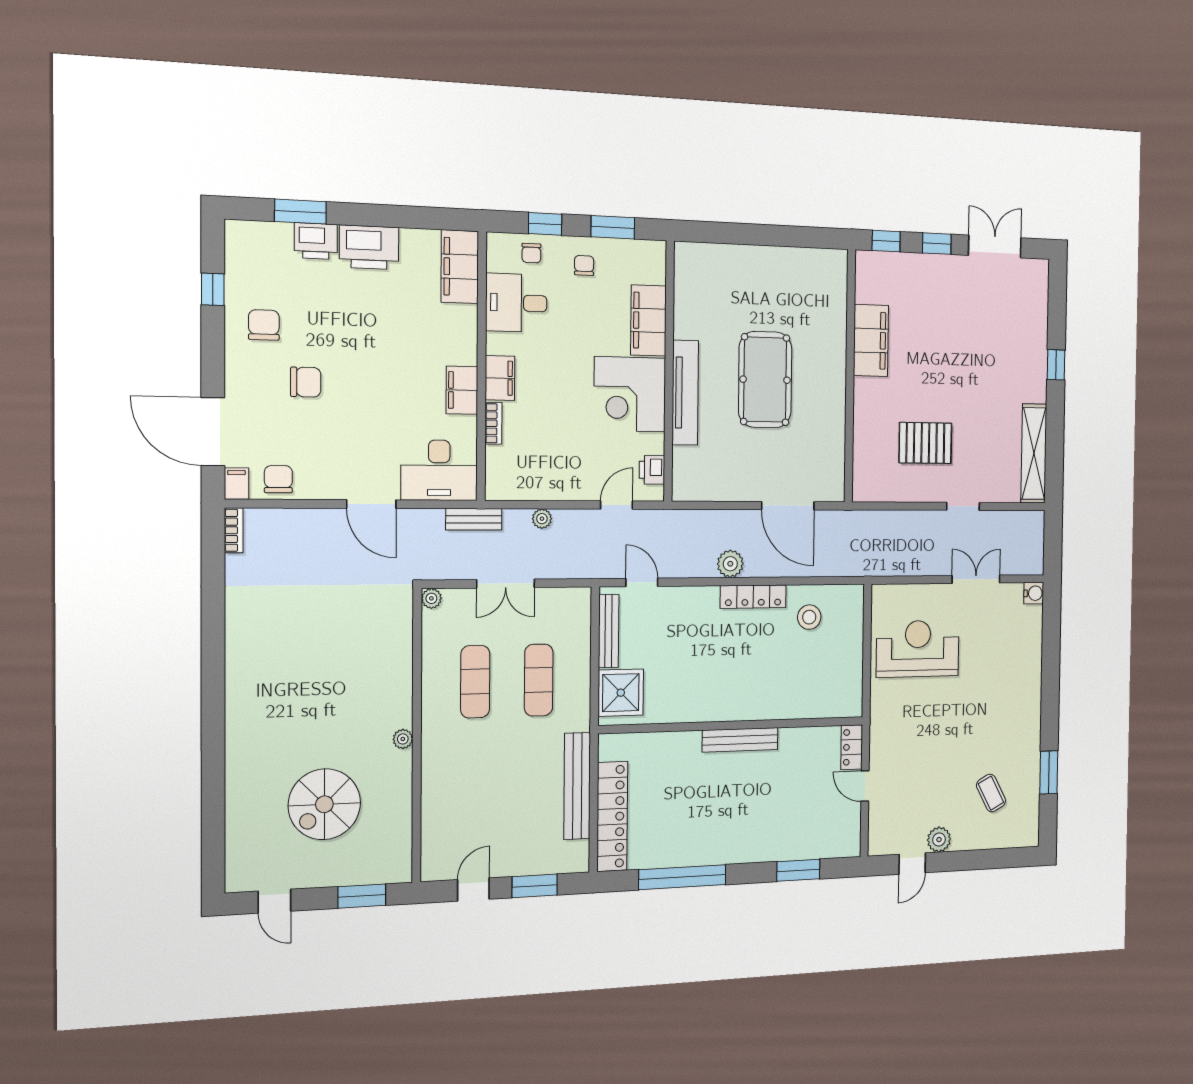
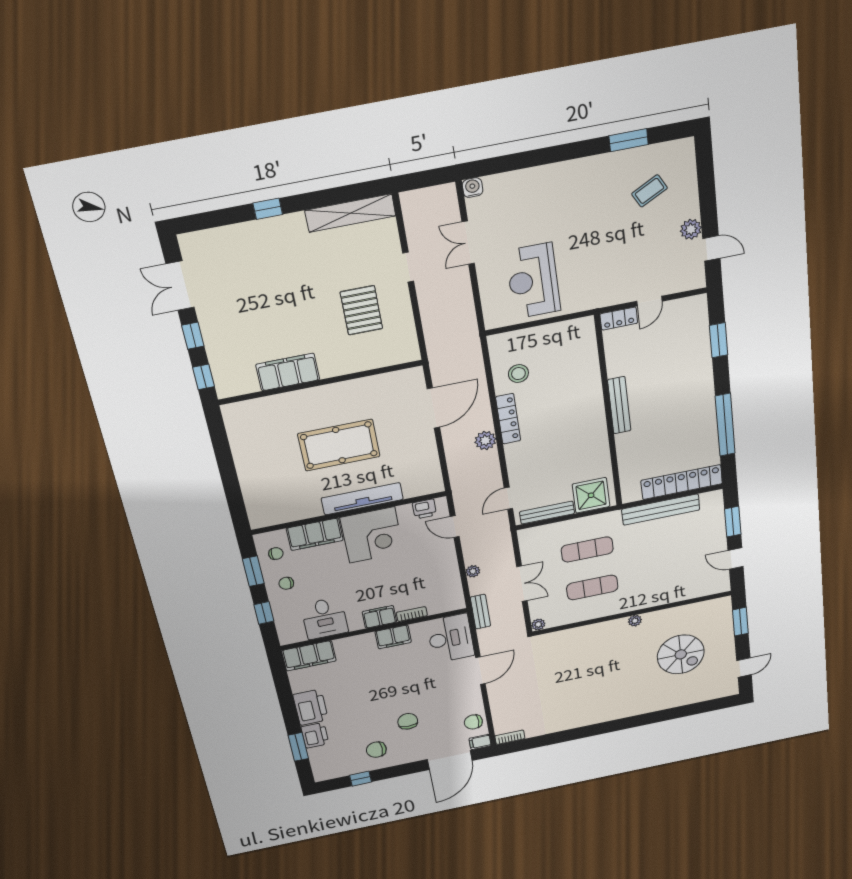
chair: (531, 253) -> (276, 554), moved

